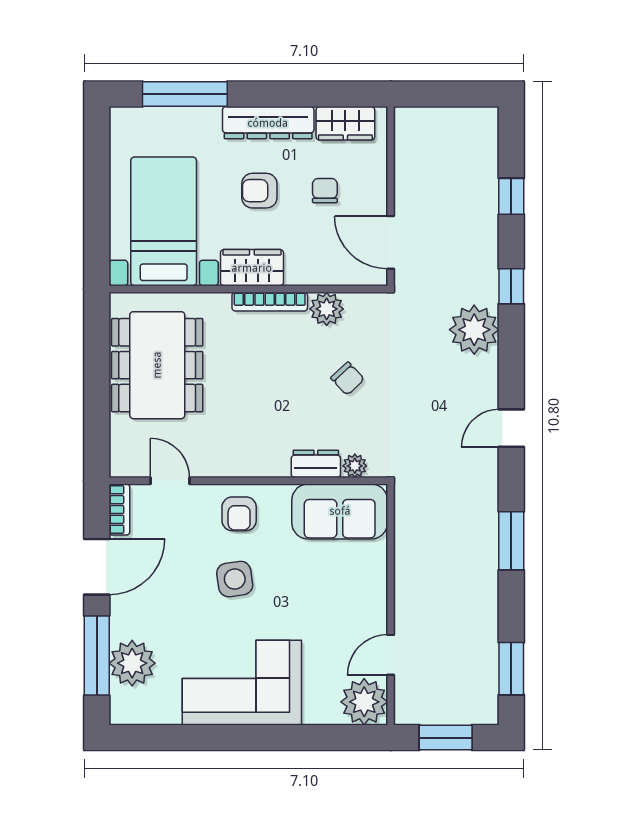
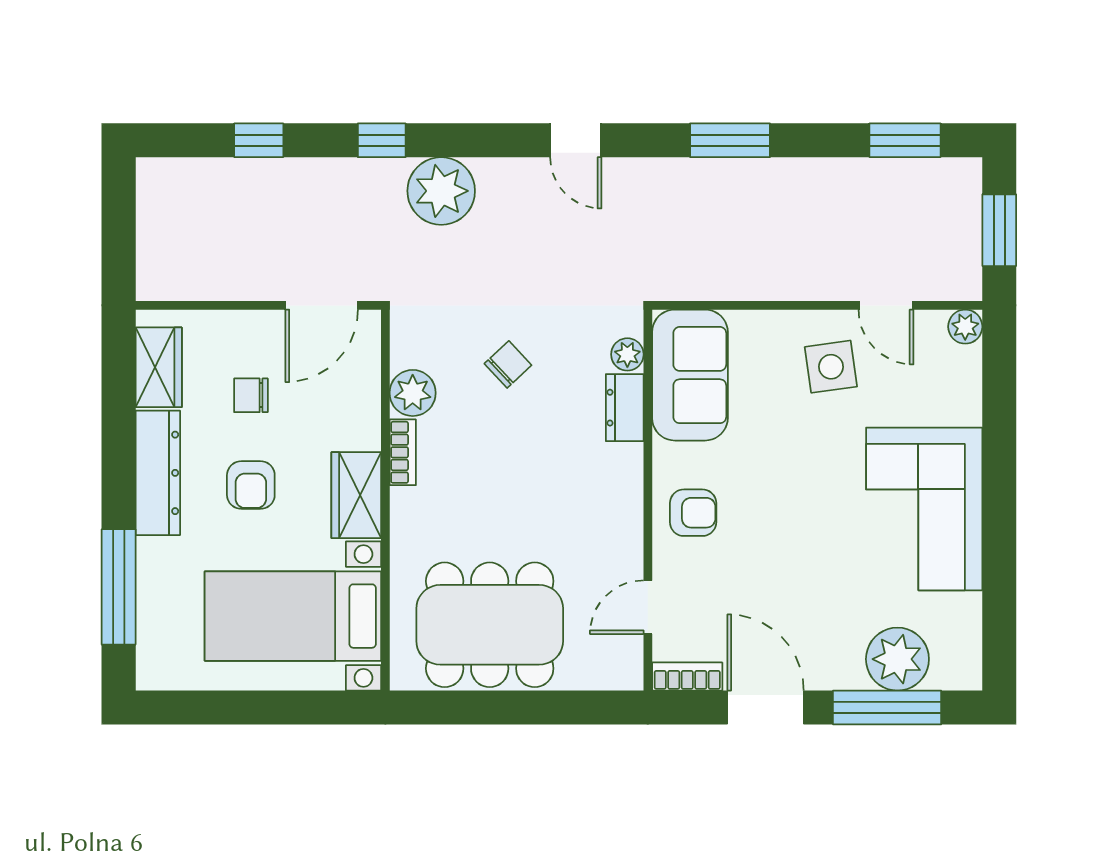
bookcase: (270, 302) -> (403, 452), width x0.64
side table: (235, 579) -> (831, 367), moved
plant: (364, 702) -> (965, 327), width x0.53, depth x0.53

